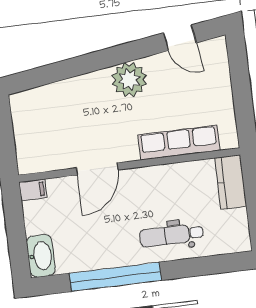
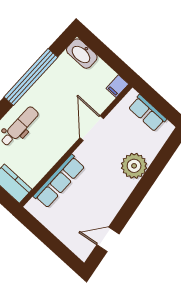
plant: (129, 80) -> (134, 166), moved
row of seats: (25, 135) -> (147, 113), added

